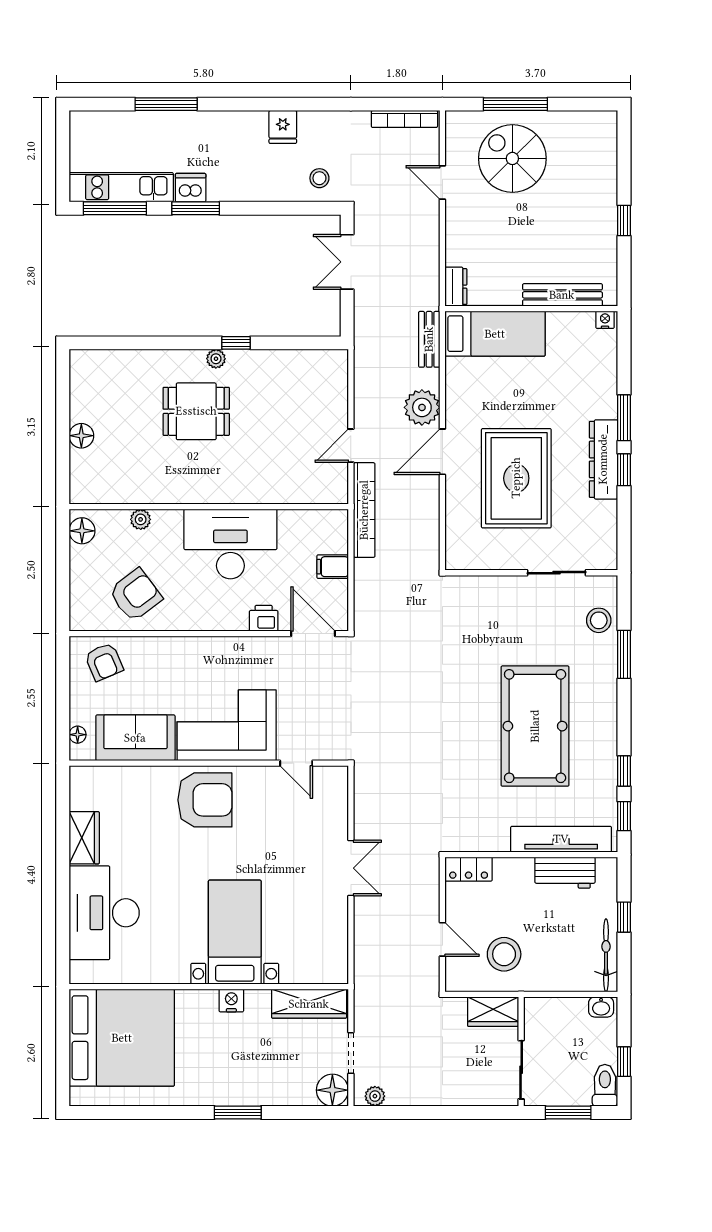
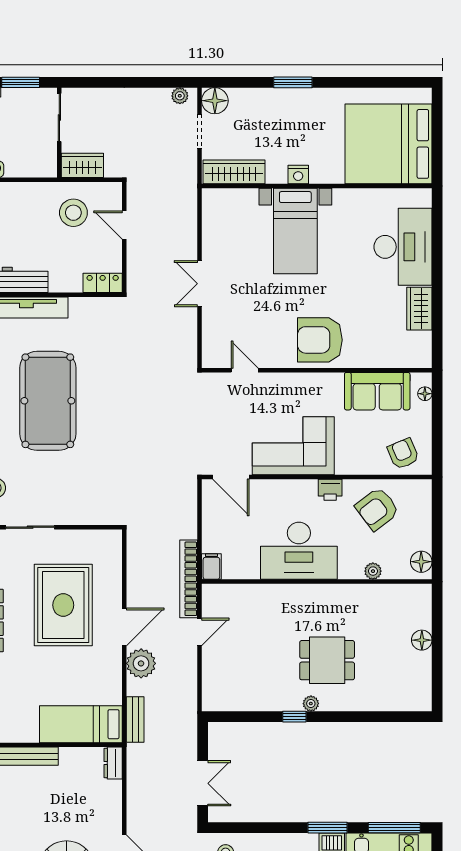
filing cabinet: (333, 567) -> (211, 567), moved, turned -90
printer: (264, 618) -> (330, 490), moved
corner sofa: (227, 725) -> (293, 446), moved, turned 180

